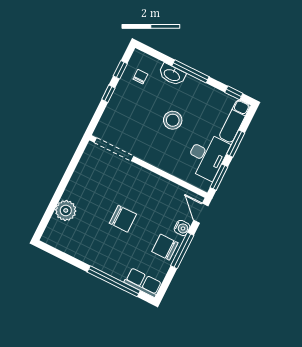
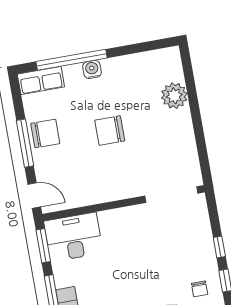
stool: (173, 120) -> (134, 269), removed
desk: (207, 156) -> (73, 237), moved, turned 90
water cooler: (182, 228) -> (92, 69), moved, turned 90

